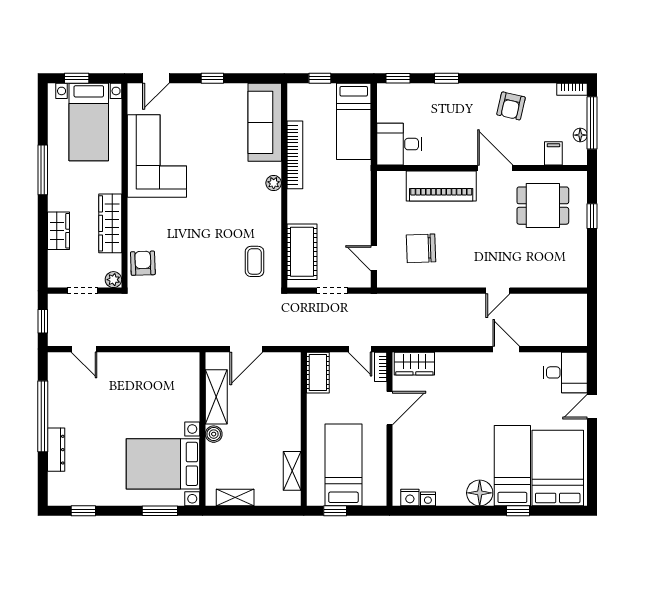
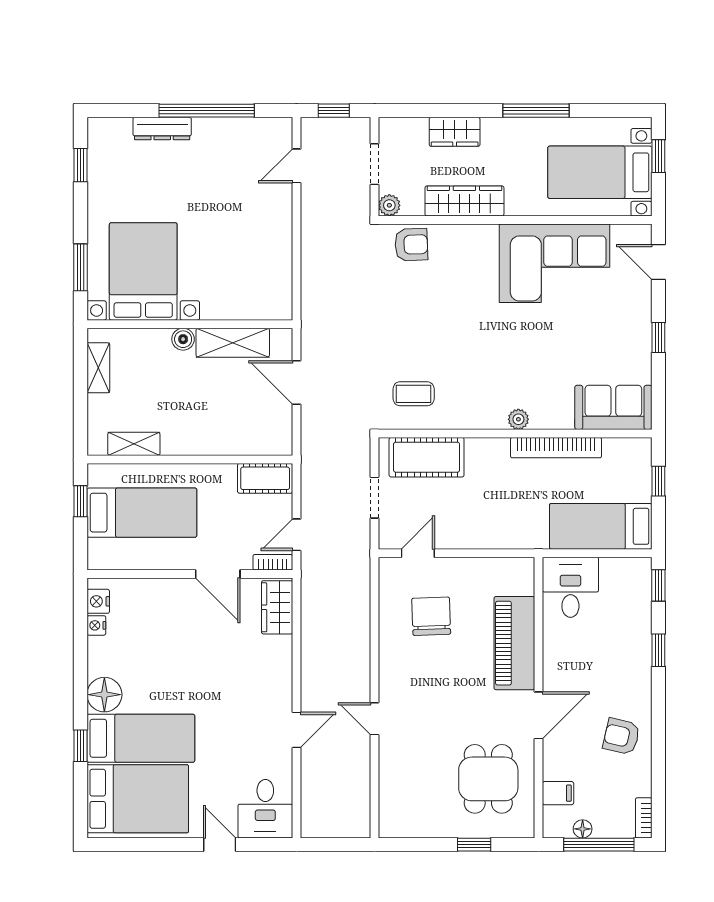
sofa: (265, 122) -> (613, 407), width x0.73

